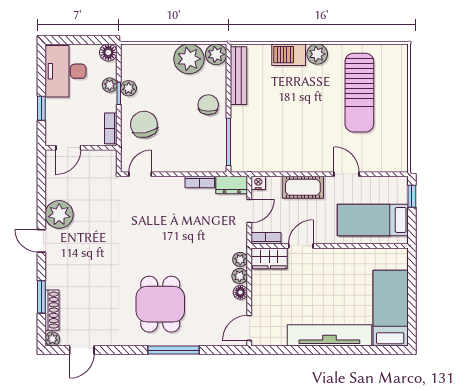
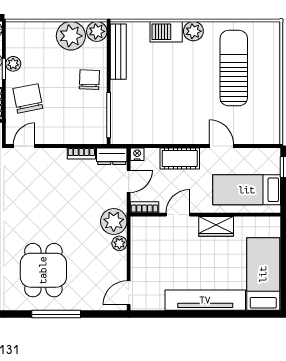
sun lounger: (359, 93) -> (234, 68), turned 180
wardrobe: (269, 258) -> (216, 226), moved
plant: (240, 260) -> (114, 221), width x1.88, depth x1.88
floor lamp: (240, 292) -> (120, 259), removed

